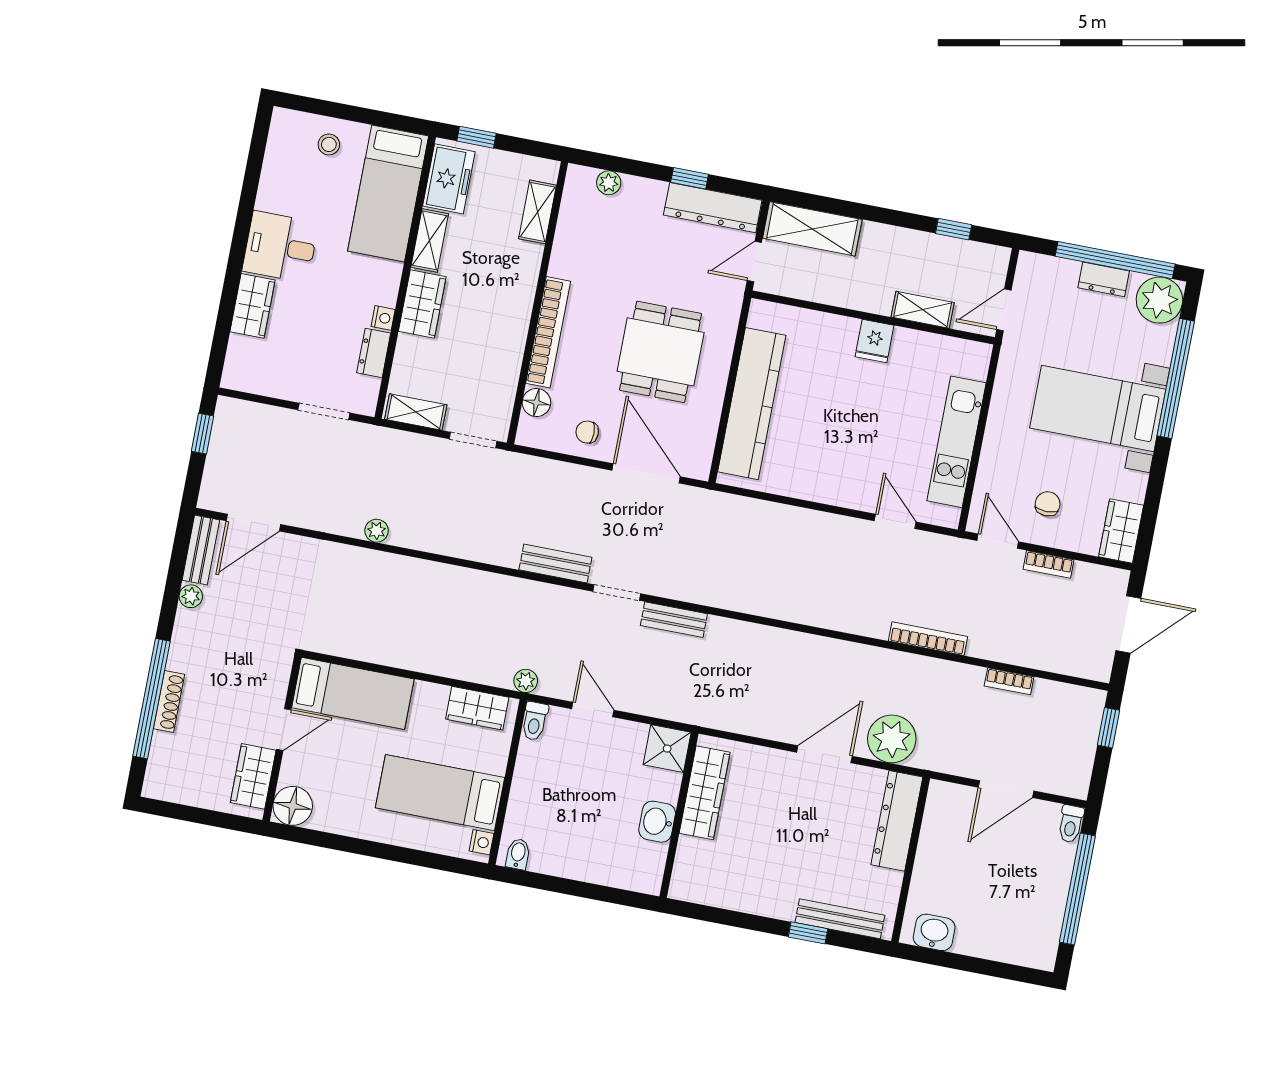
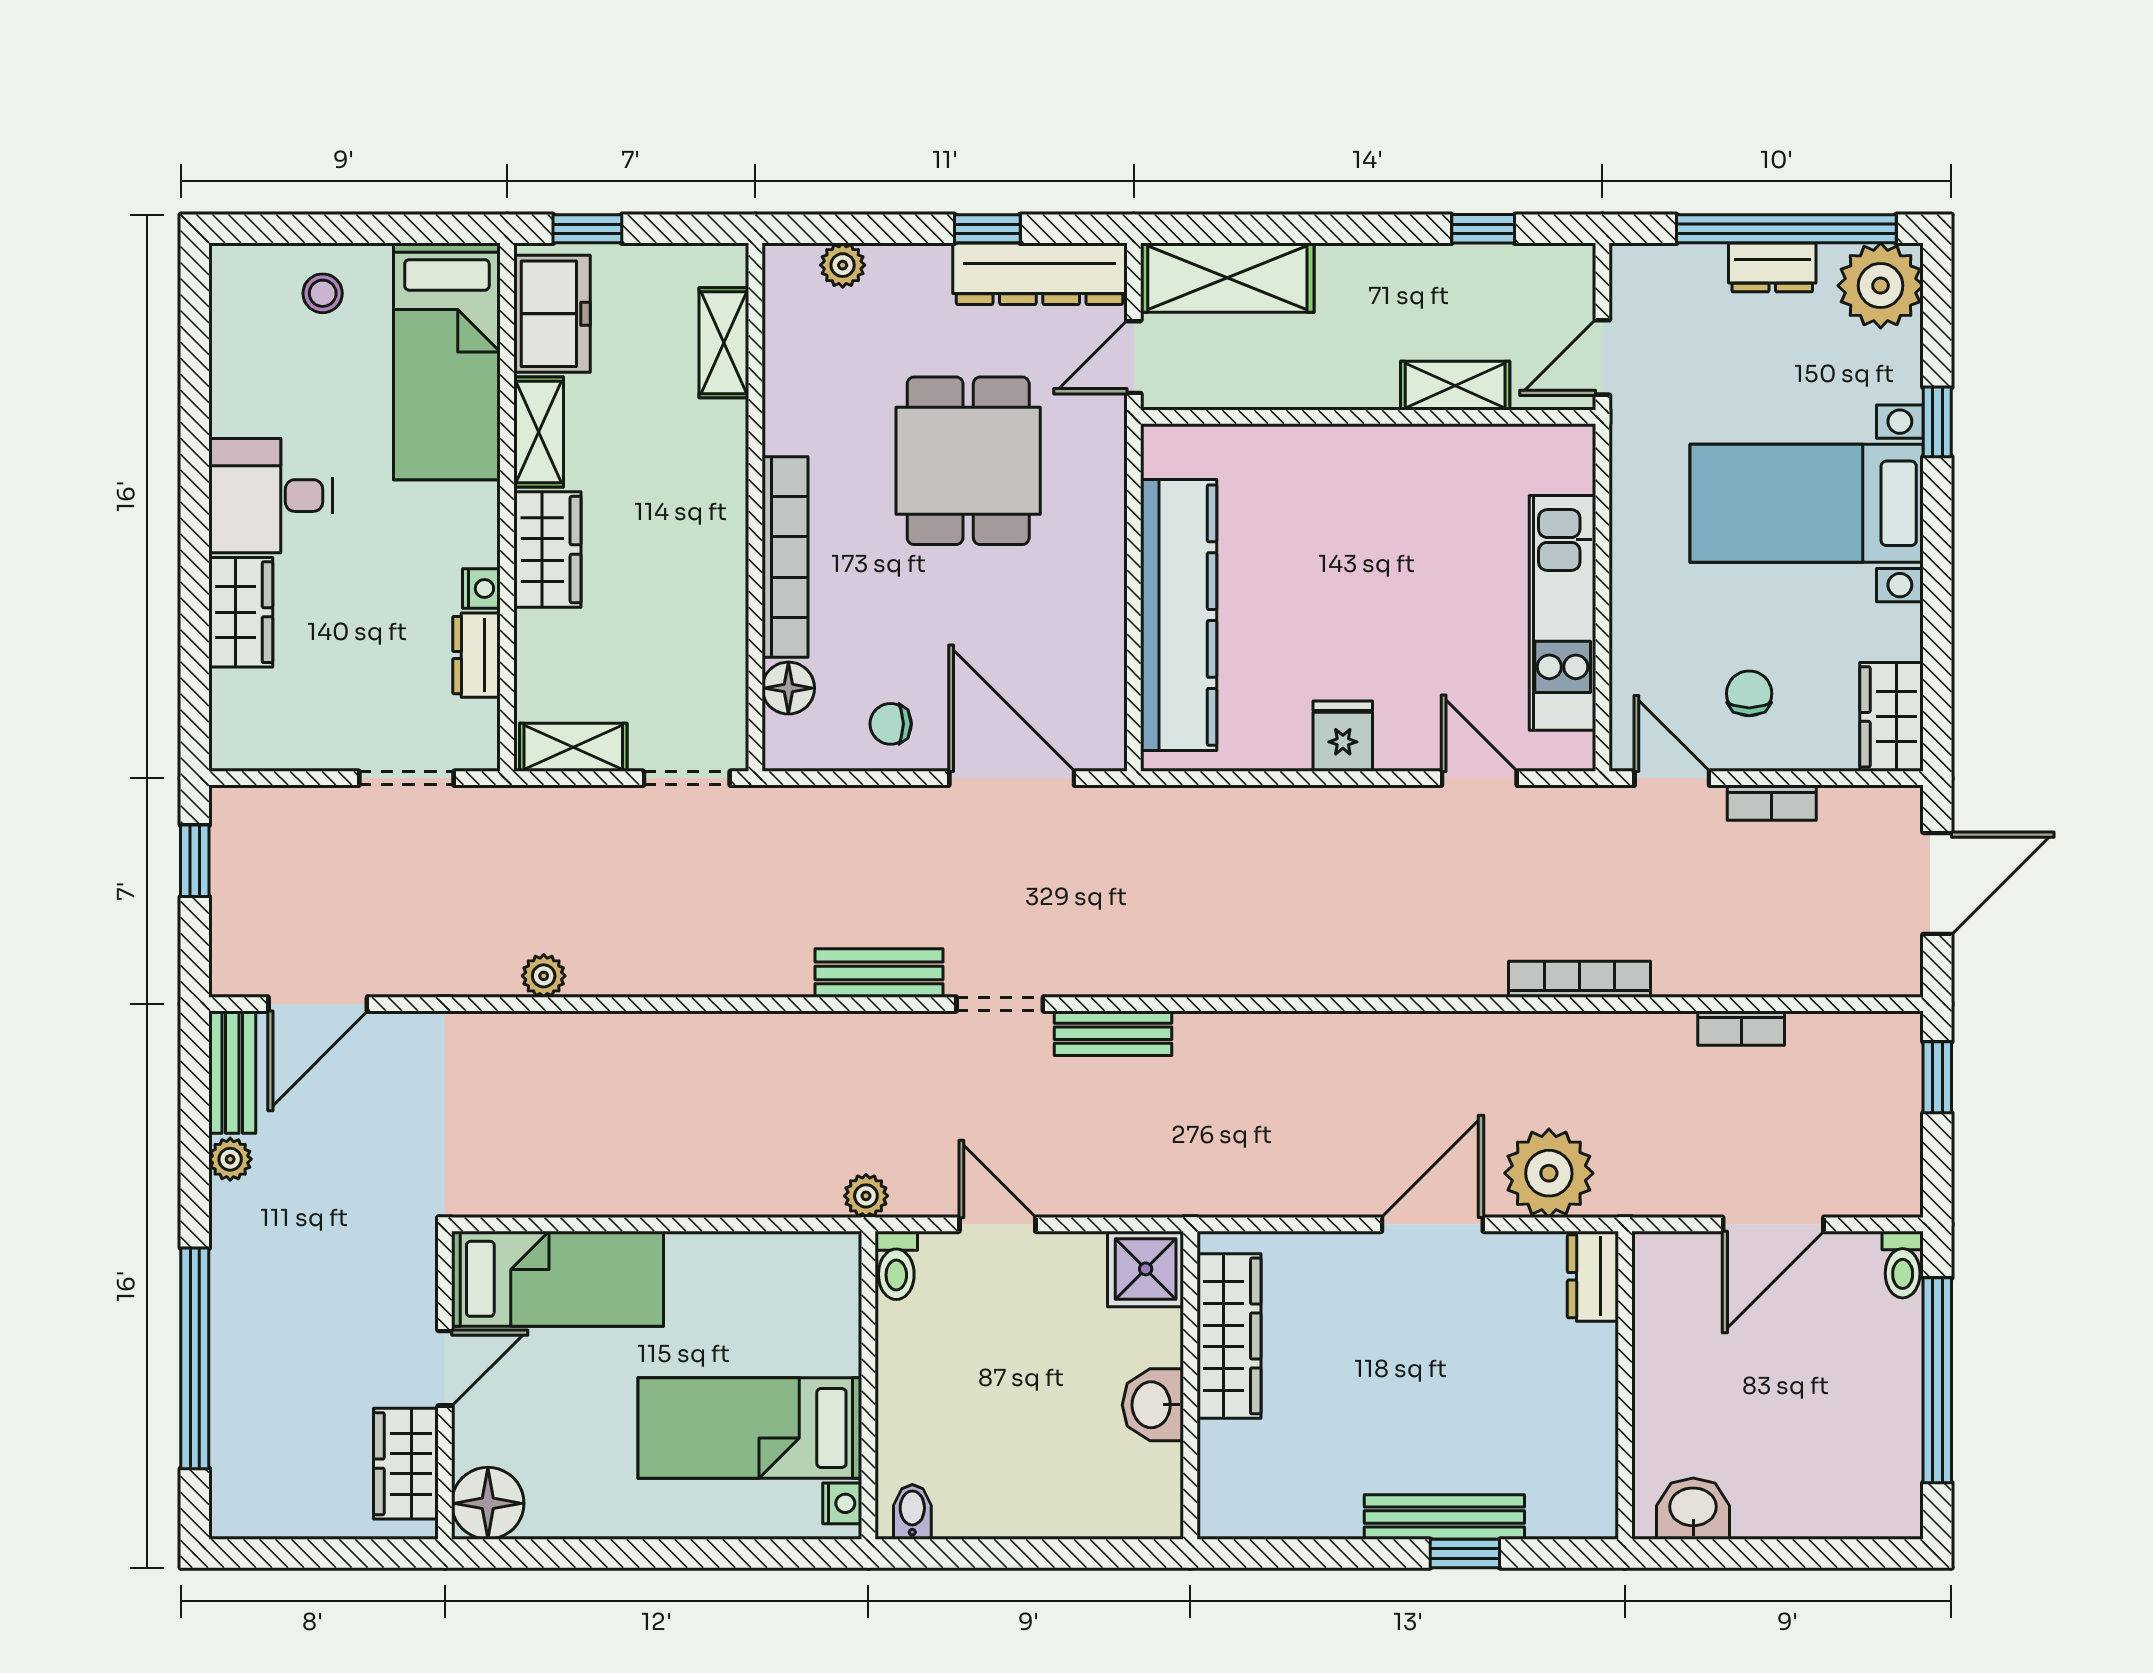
fridge: (874, 341) -> (1343, 736), moved, turned 180
dining table: (661, 352) -> (968, 461), moved
window: (1176, 379) -> (1937, 422), width x0.32
shoe rack: (169, 702) -> (228, 1358), removed
wardrobe: (477, 708) -> (788, 1262), removed
dresser: (897, 821) -> (1593, 1276), width x0.51, depth x0.80
bench: (840, 919) -> (1444, 1517), moved

